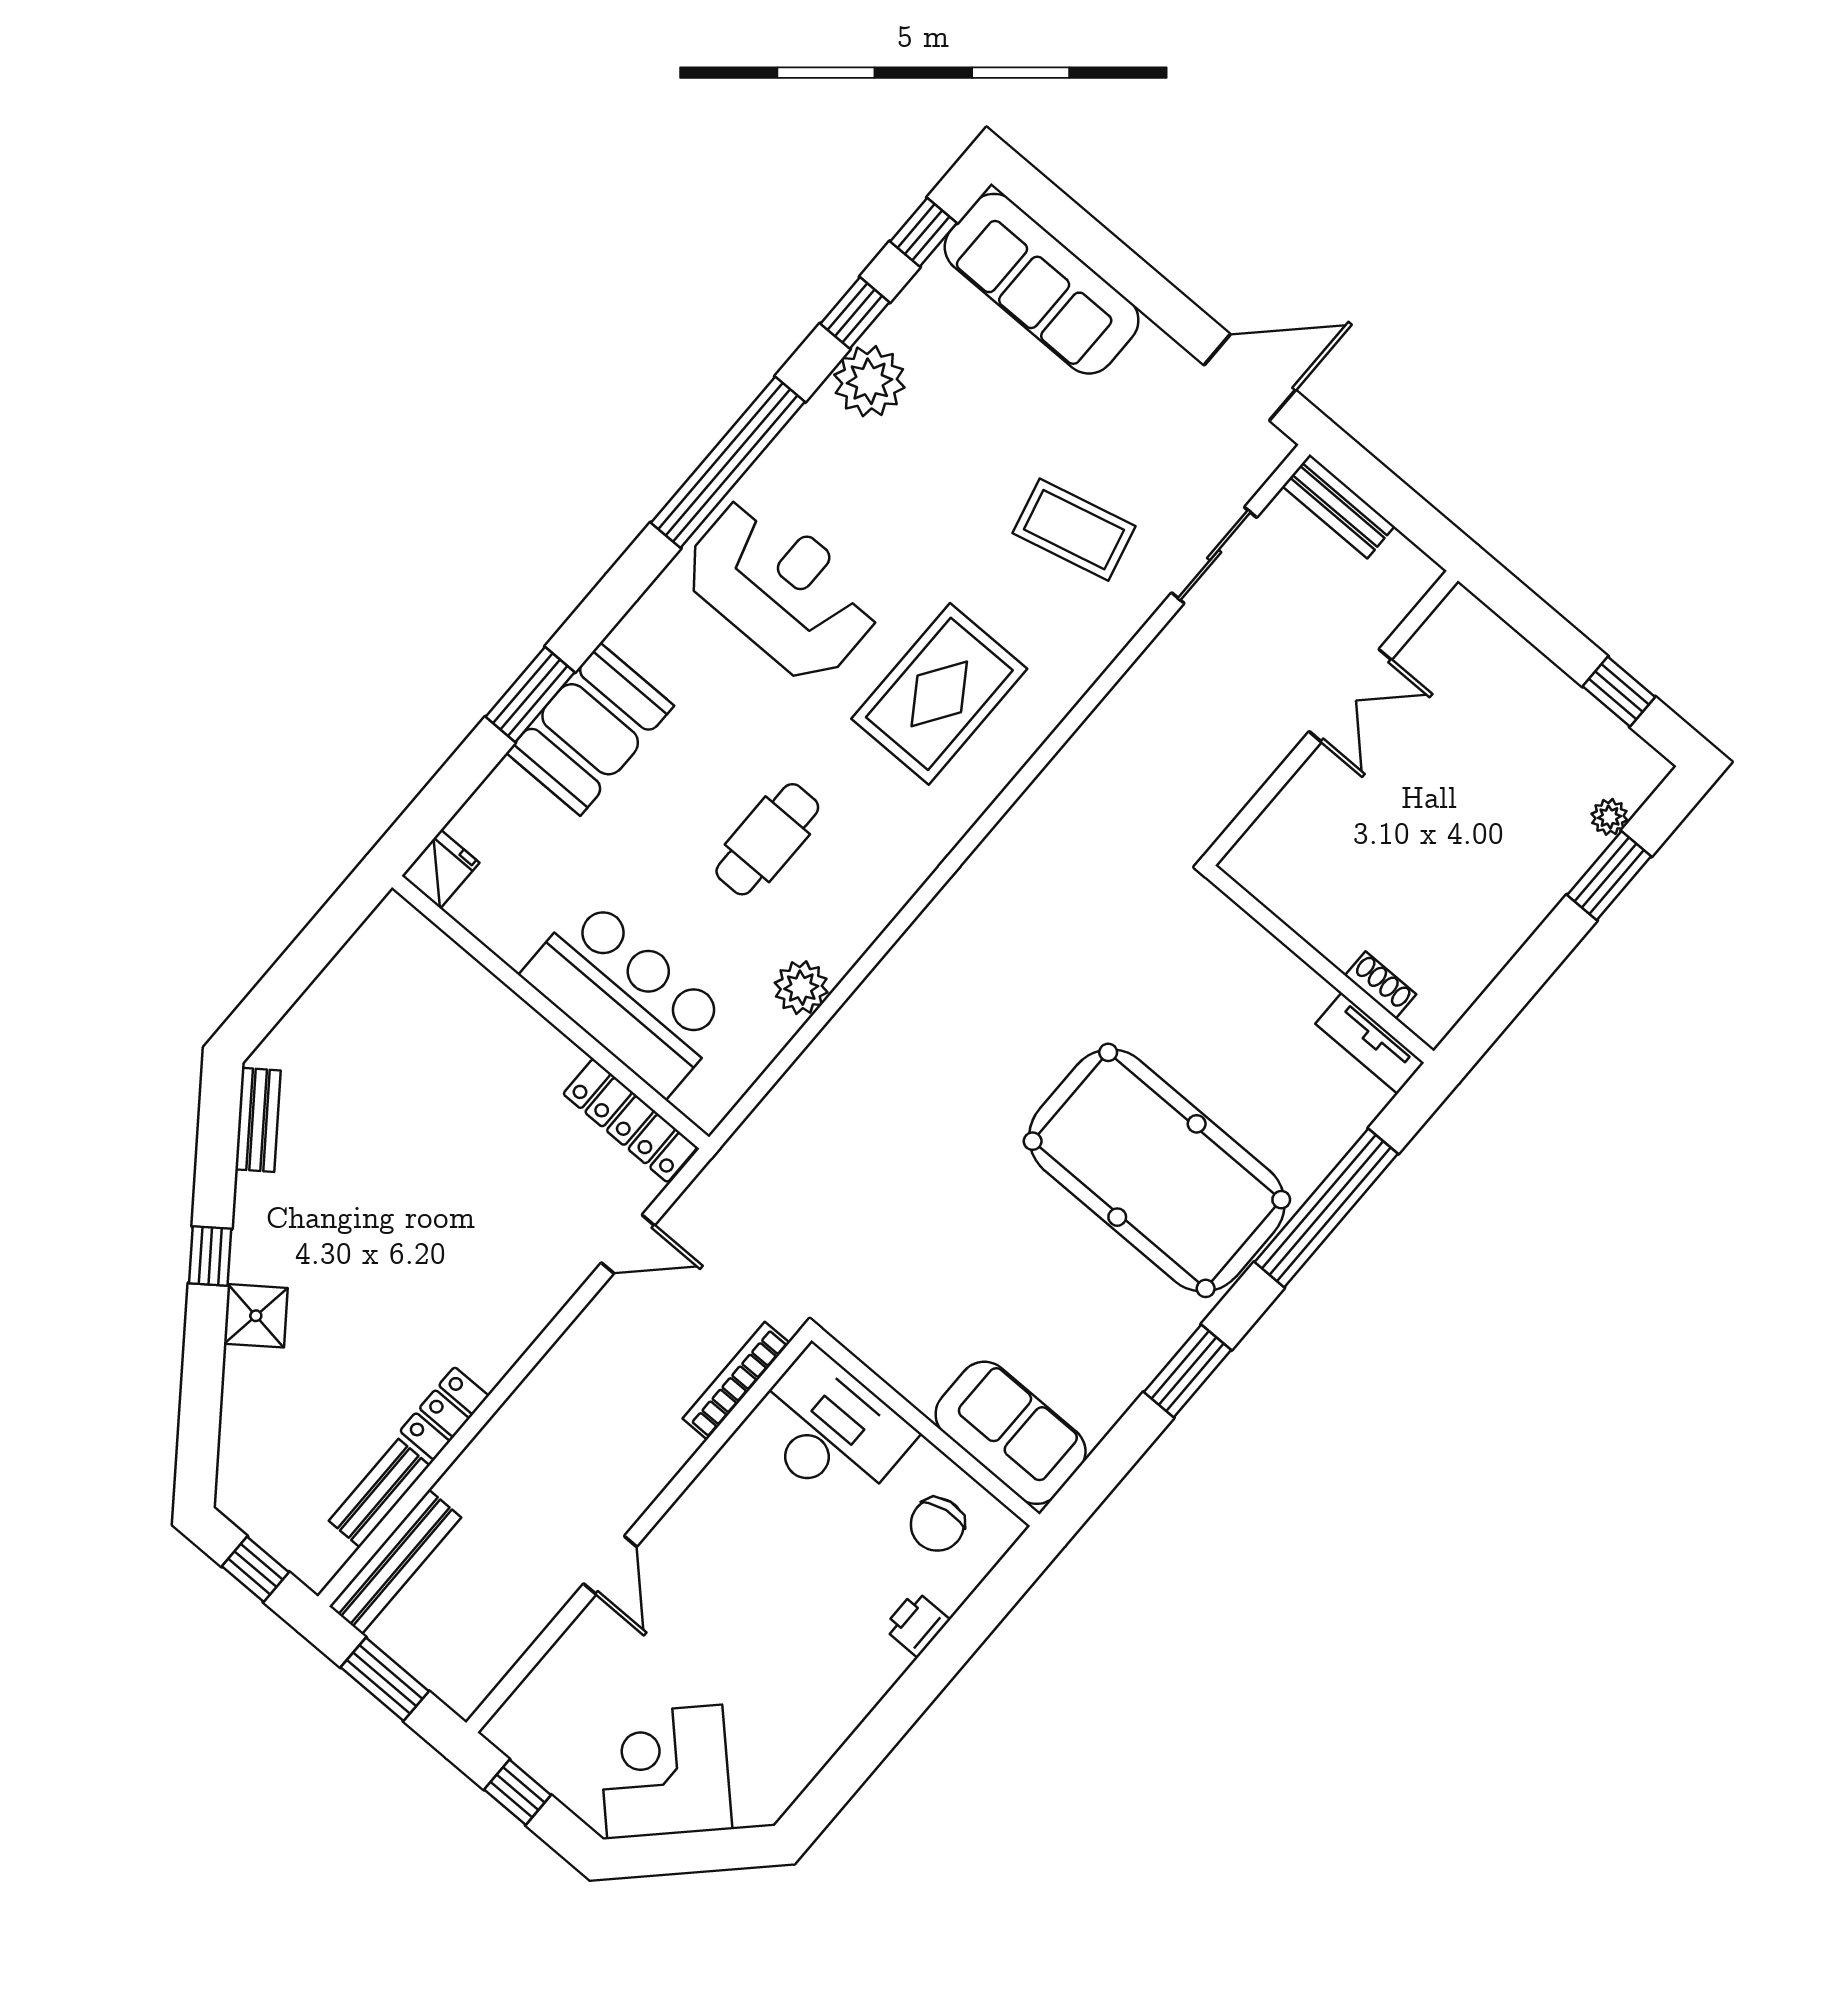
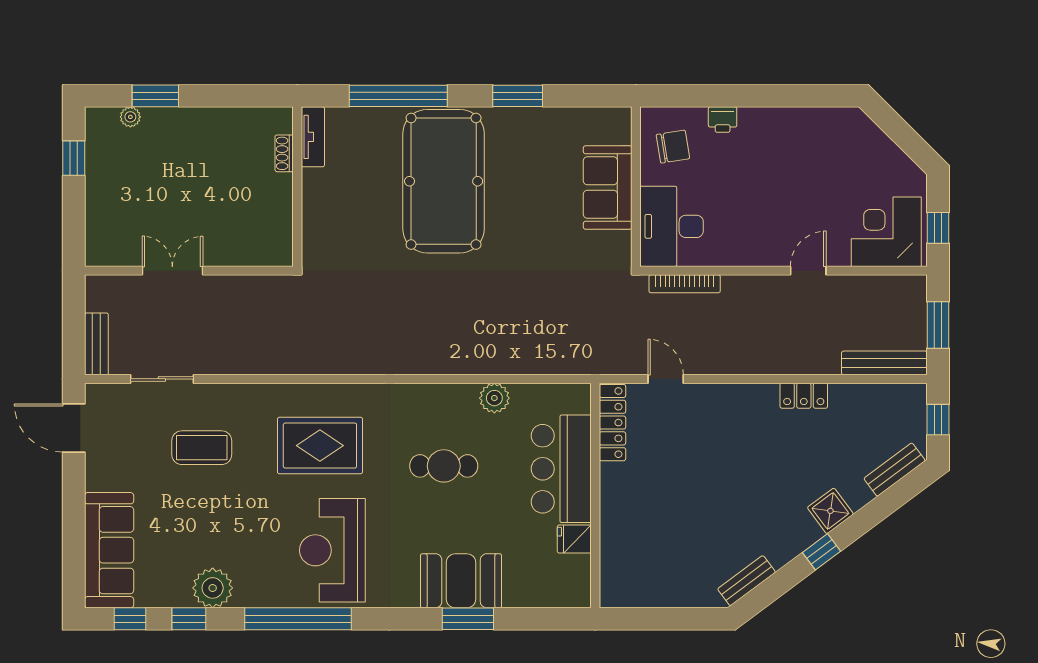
coffee table: (1074, 530) -> (202, 448), turned -76
fridge: (441, 869) -> (574, 539), moved
sofa: (1011, 1433) -> (608, 187), moved
bench: (379, 1493) -> (895, 470), moved, turned -37
corner desk: (665, 1772) -> (886, 232), moved, turned 135

